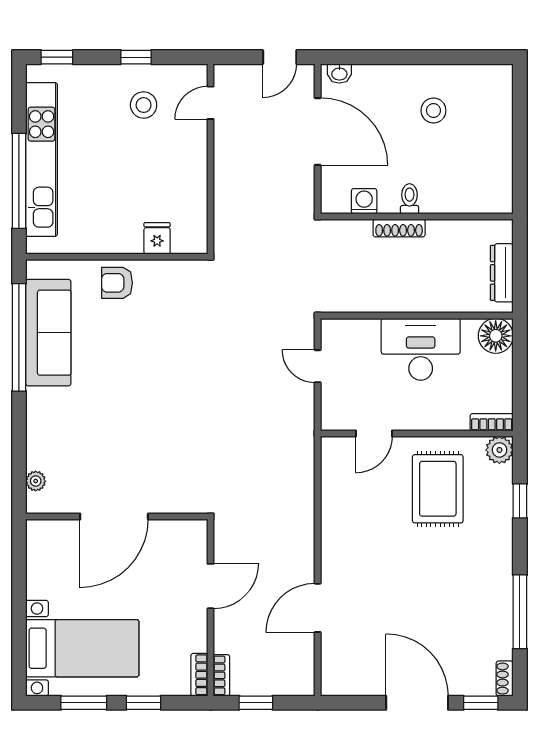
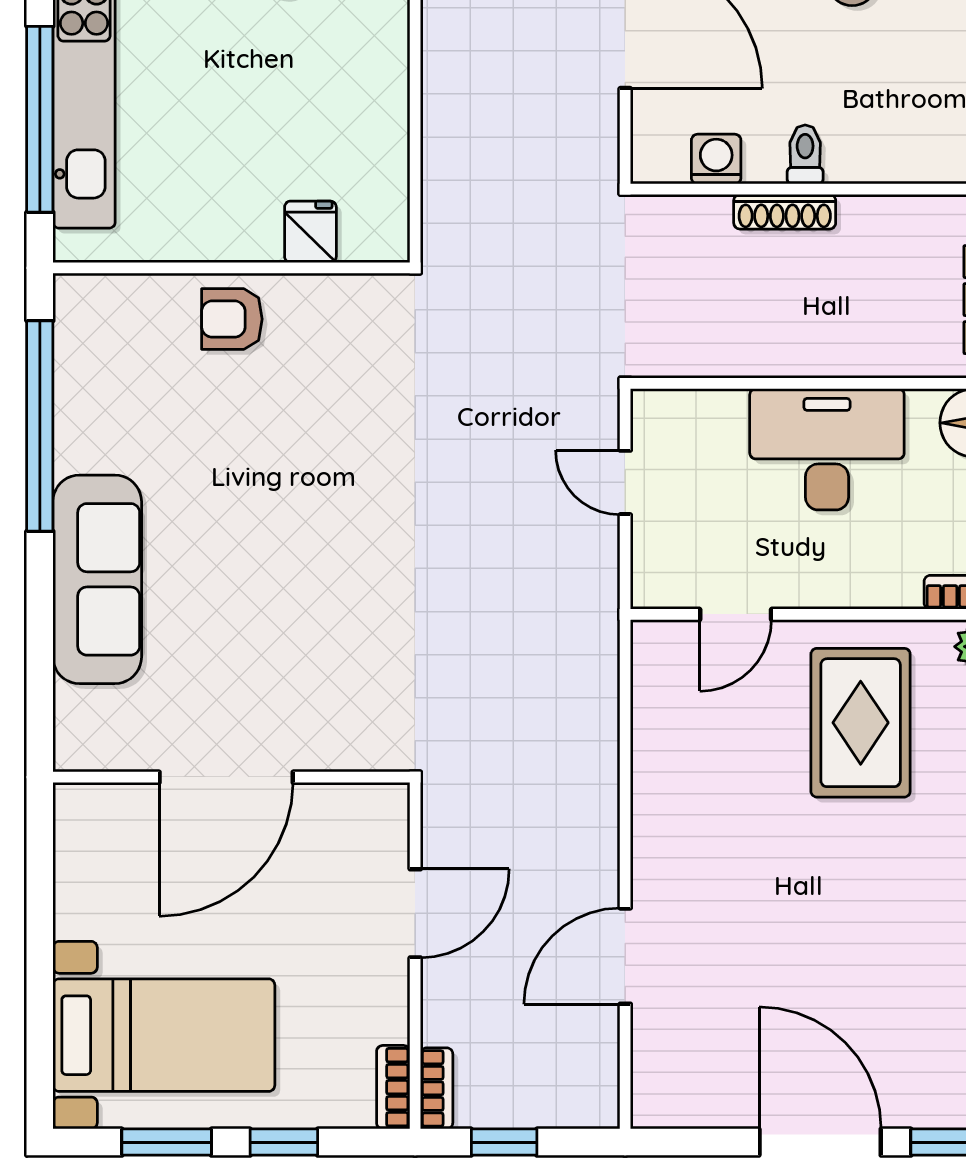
sofa: (48, 333) -> (97, 579), moved
plant: (36, 481) -> (73, 707), removed

